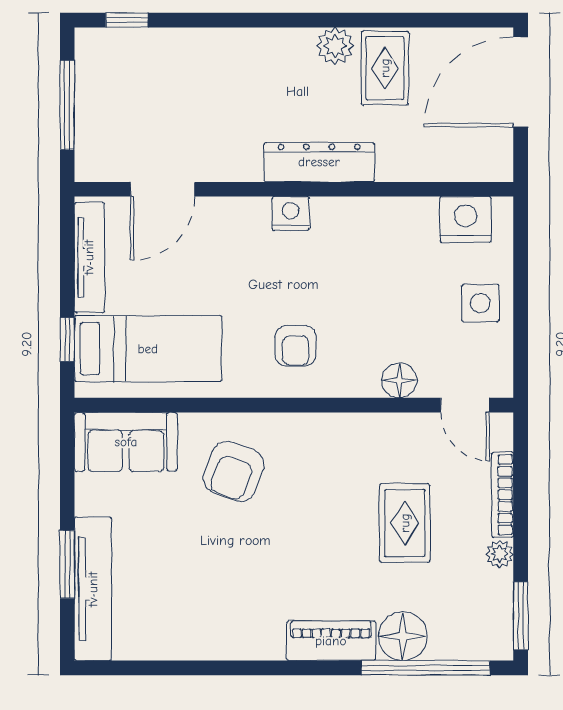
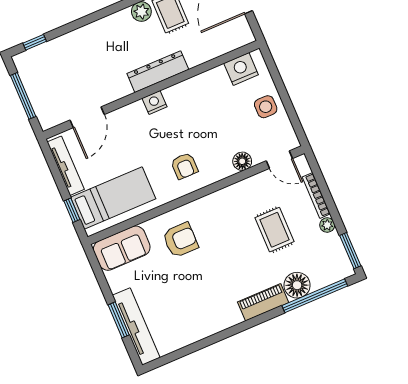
armchair: (234, 471) -> (180, 240), turned -111

